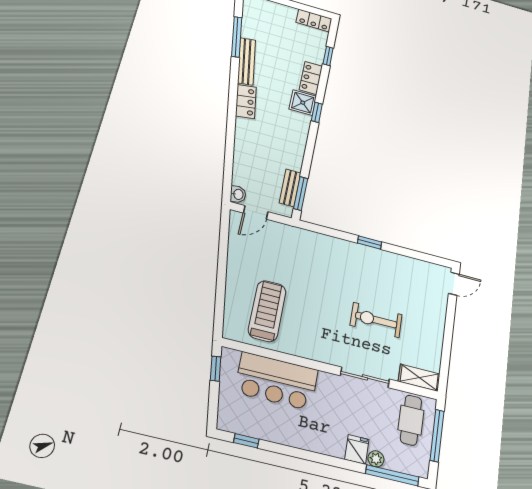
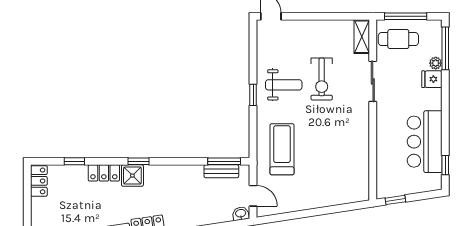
weight bench: (376, 277) -> (284, 85), added
treadmill: (267, 311) -> (282, 149), moved, turned 90
bar counter: (276, 381) -> (425, 142), moved, turned 180

